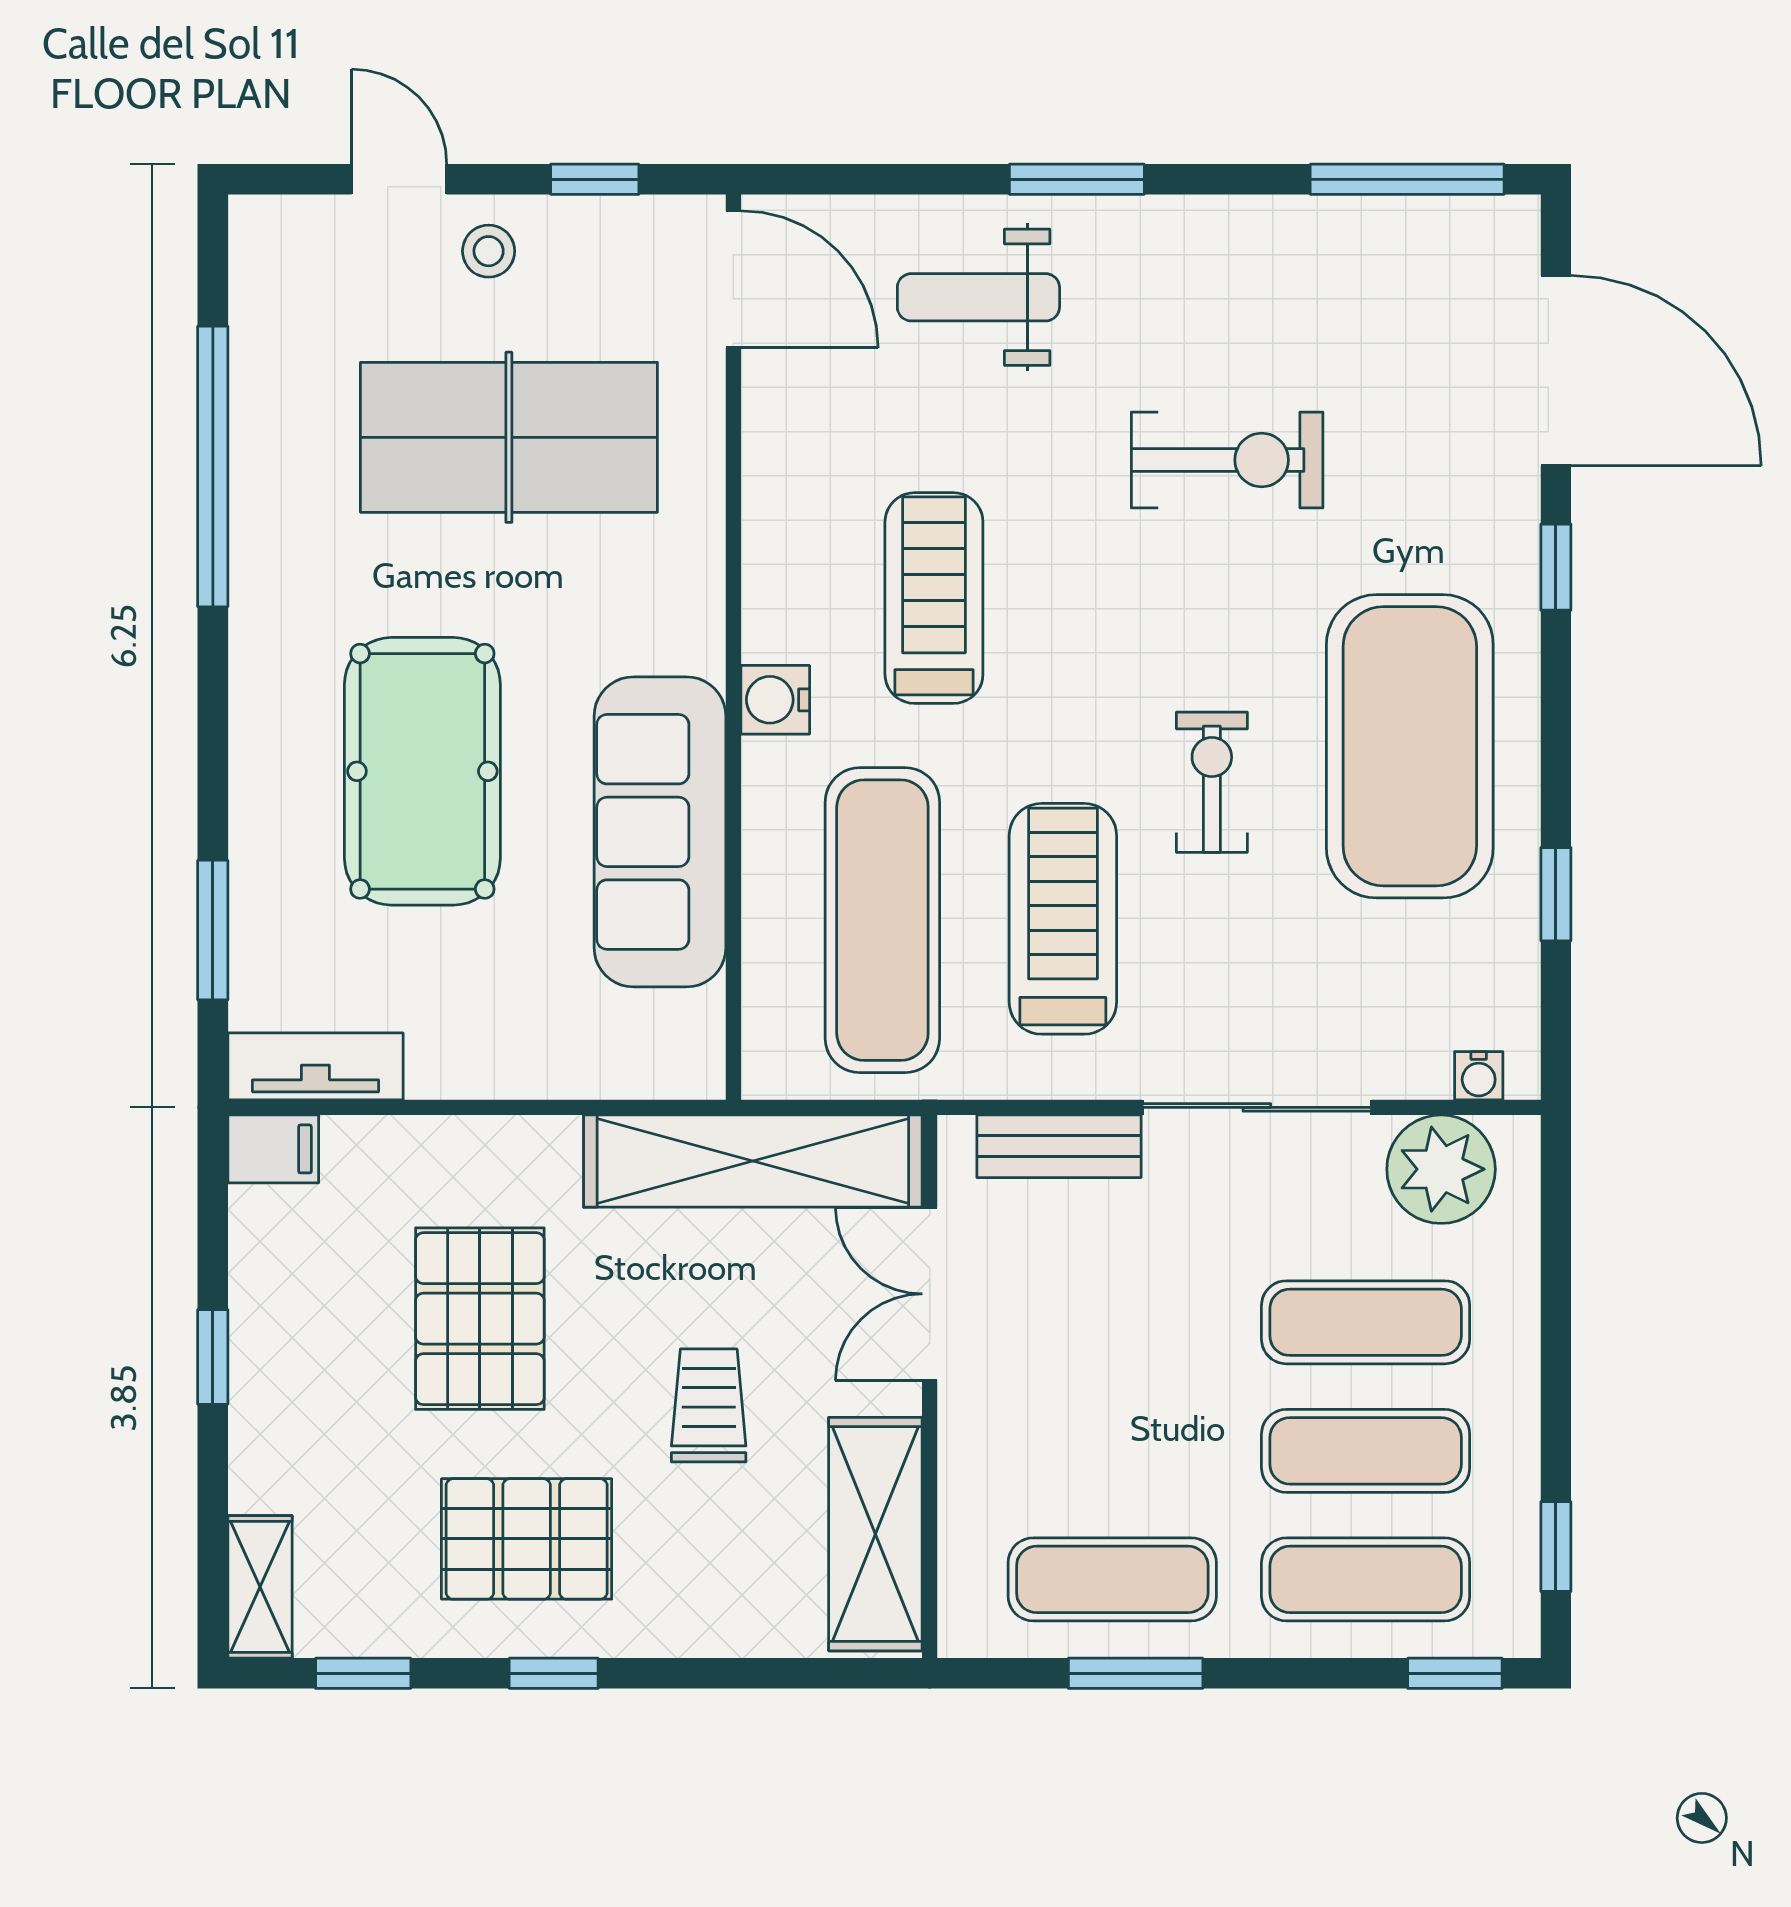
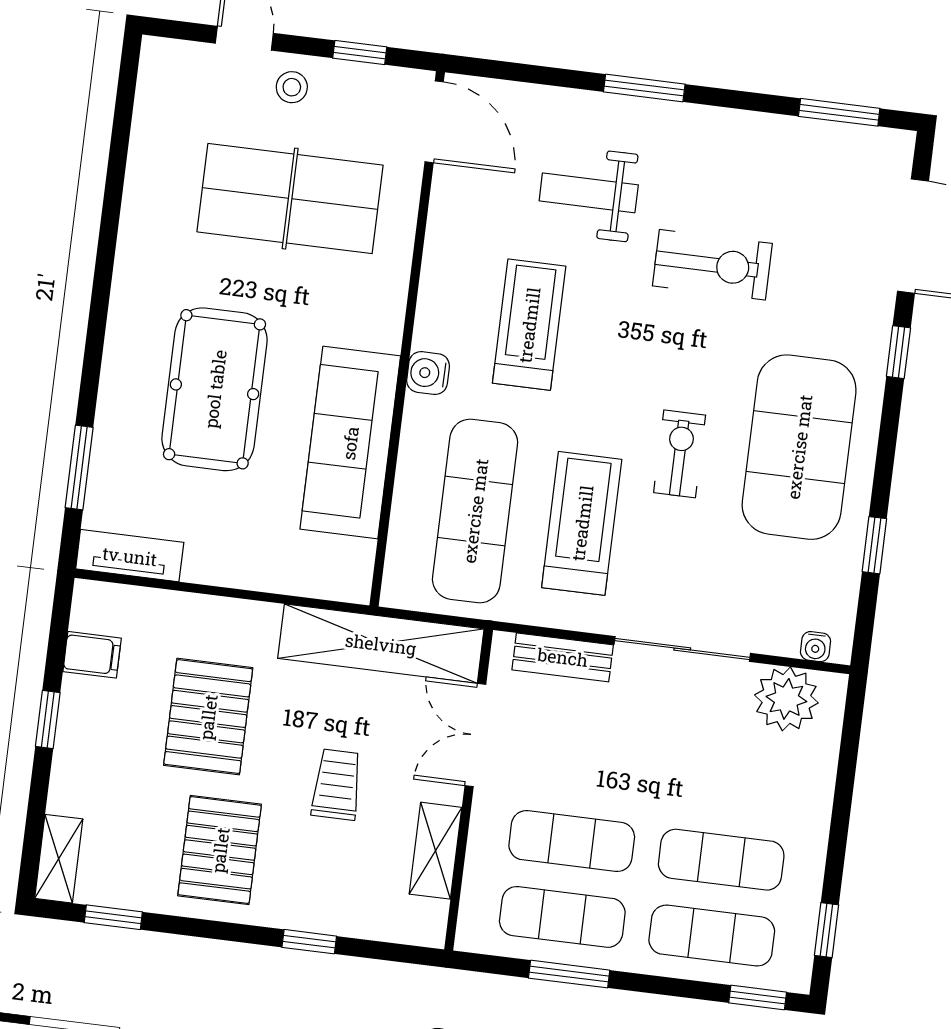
window: (1407, 179) -> (839, 112), width x0.69
weight bench: (978, 297) -> (589, 193), moved
window: (213, 466) -> (113, 194), removed
filing cabinet: (273, 1149) -> (92, 655), moved
exercise mat: (1366, 1322) -> (572, 841), moved
shelving: (875, 1534) -> (436, 851), width x0.67, depth x0.75
pallet: (527, 1539) -> (220, 850), turned 90
window: (554, 1673) -> (309, 942), moved

